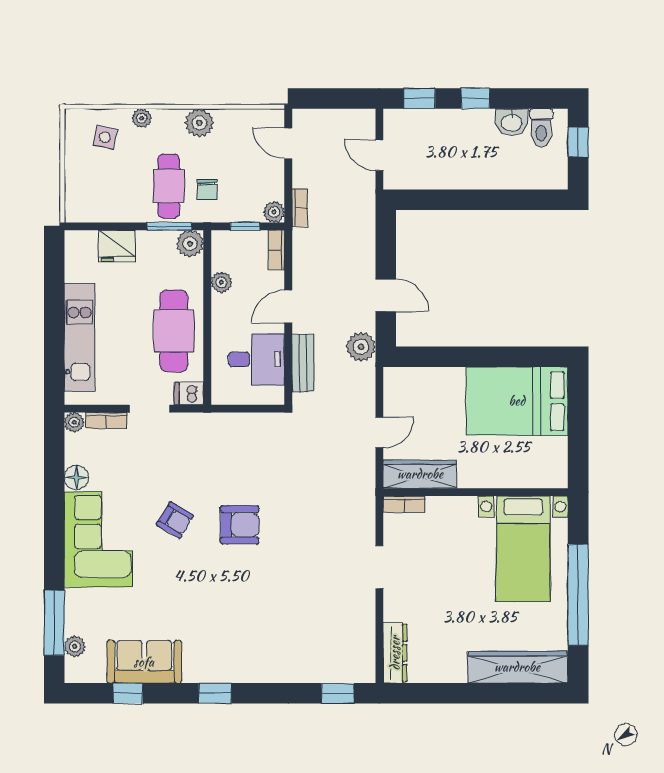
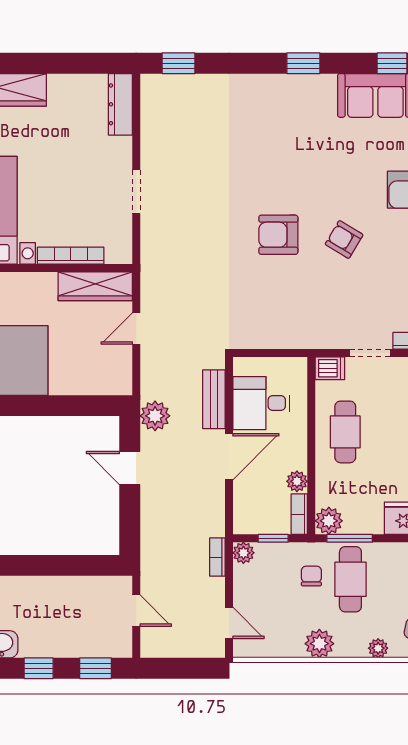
bookcase: (277, 250) -> (299, 514), moved, turned 180
door: (288, 307) -> (229, 457), width x1.38
cafe table: (174, 331) -> (345, 432), width x0.73, depth x0.74
bookcase: (404, 504) -> (71, 256), moved, width x1.56

